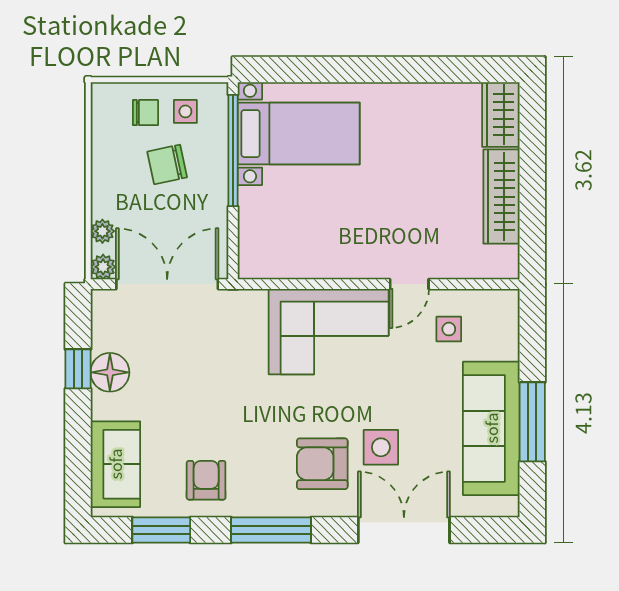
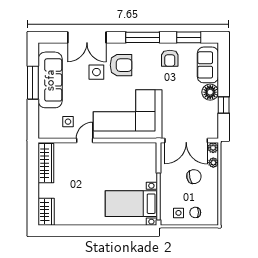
chair: (167, 164) -> (194, 177), moved
wardrobe: (501, 197) -> (46, 163), moved
corner sofa: (329, 332) -> (128, 114), width x1.36, depth x1.36
floor lamp: (110, 372) -> (210, 92), moved

